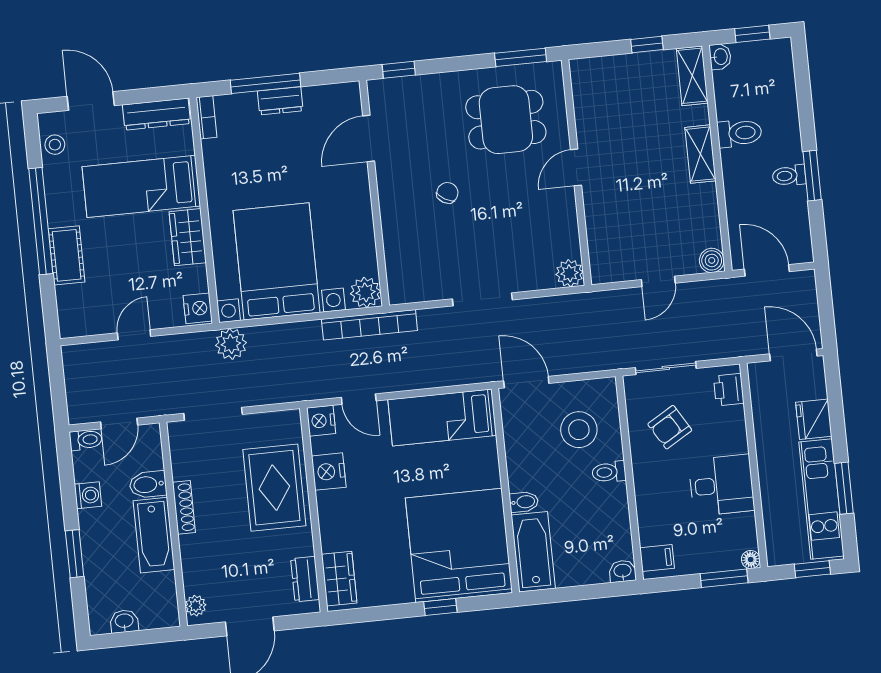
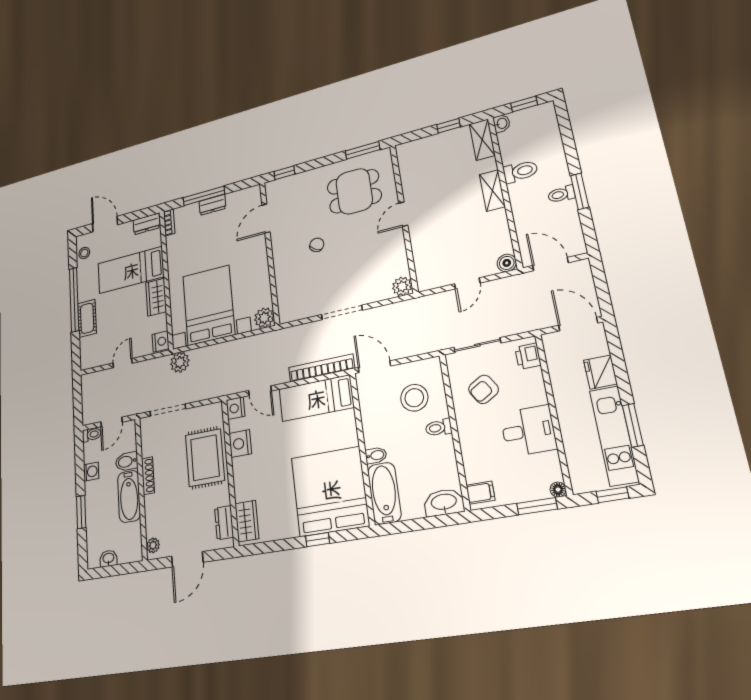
dresser: (157, 114) -> (147, 224), width x0.70
bookcase: (369, 325) -> (321, 368), moved, turned 180
washbasin: (623, 571) -> (444, 502), width x1.91, depth x1.45

